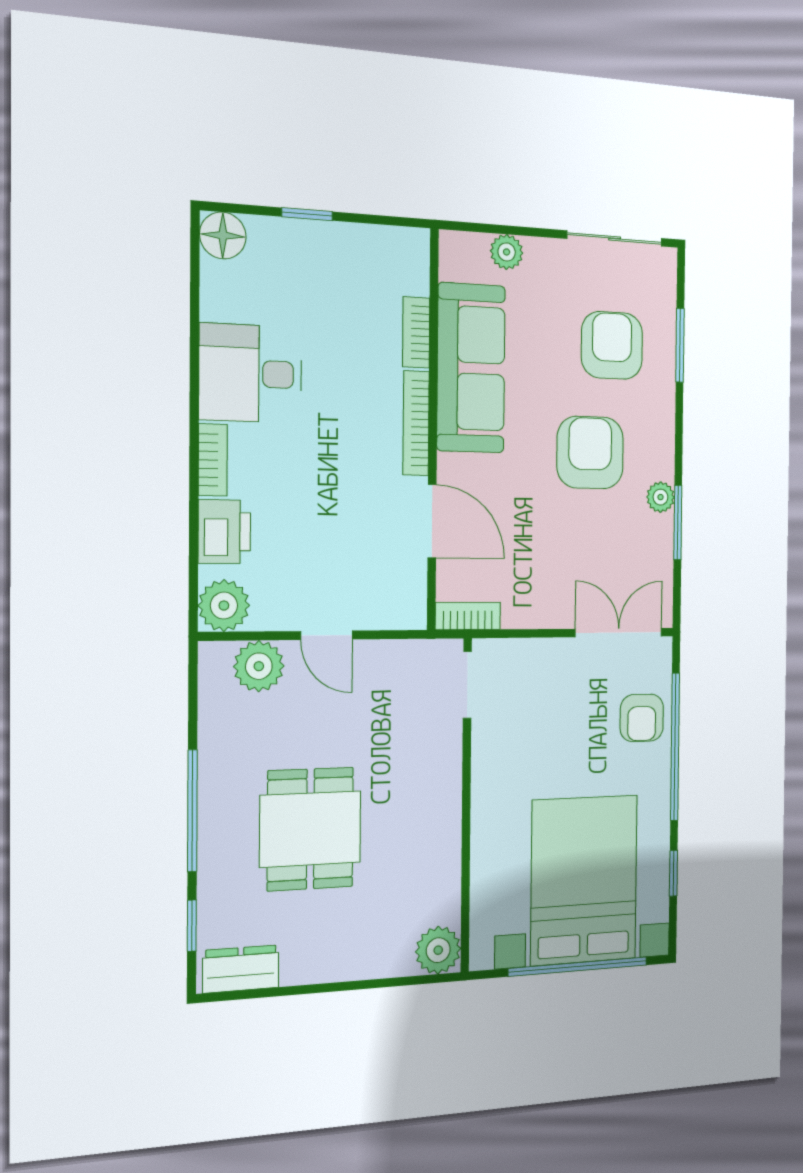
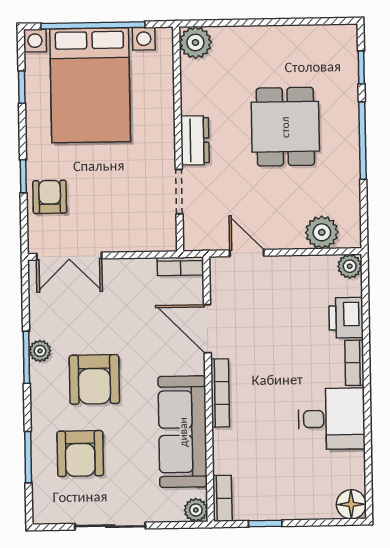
window: (307, 214) -> (265, 523), moved
sliding door: (615, 239) -> (110, 526), moved
plant: (507, 252) -> (196, 510), moved
bookcase: (416, 332) -> (222, 498), moved
window: (678, 523) -> (26, 357), moved
plant: (224, 606) -> (350, 266), width x0.73, depth x0.73
door: (327, 635) -> (247, 253), moved
doorway: (467, 685) -> (179, 192), moved
window: (675, 747) -> (23, 176), width x0.32
dresser: (241, 969) -> (195, 140), moved, turned -90

